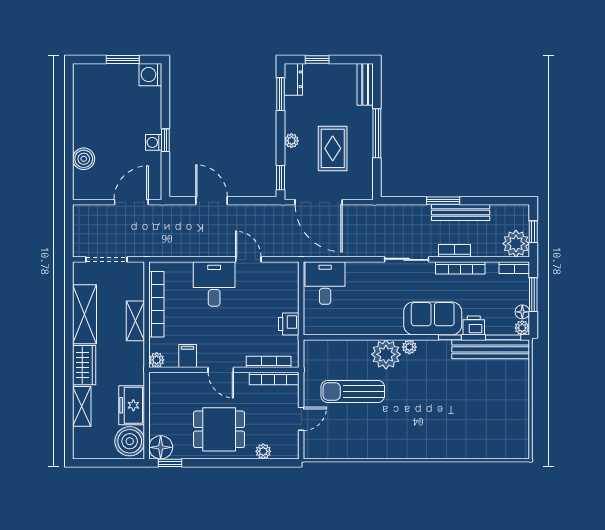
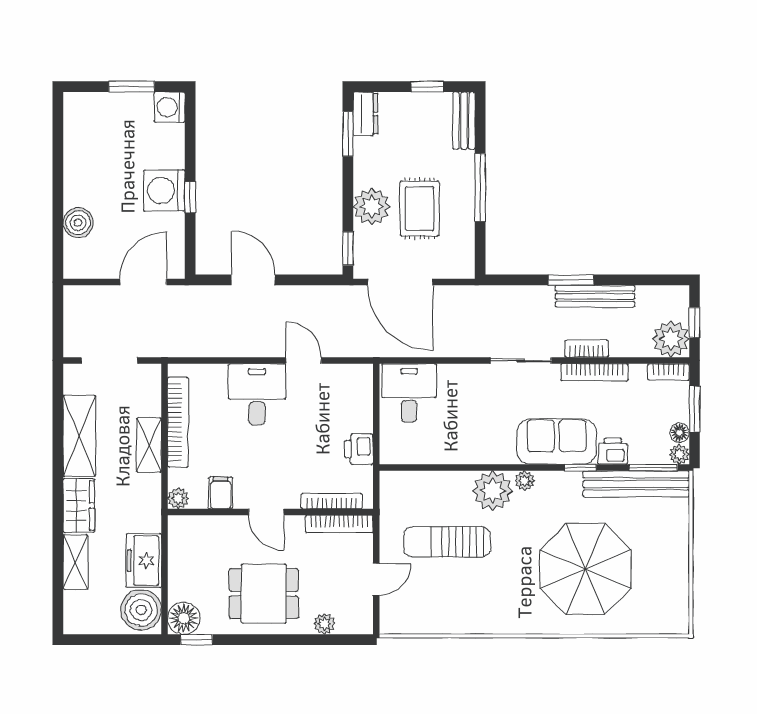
window: (317, 60) -> (427, 87), moved
plant: (291, 141) -> (372, 206), width x1.87, depth x1.87
washing machine: (154, 142) -> (164, 190), width x1.89, depth x1.89
parasol: (454, 411) -> (585, 569), added

